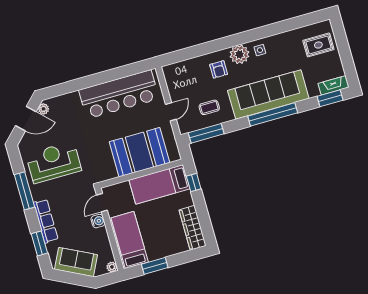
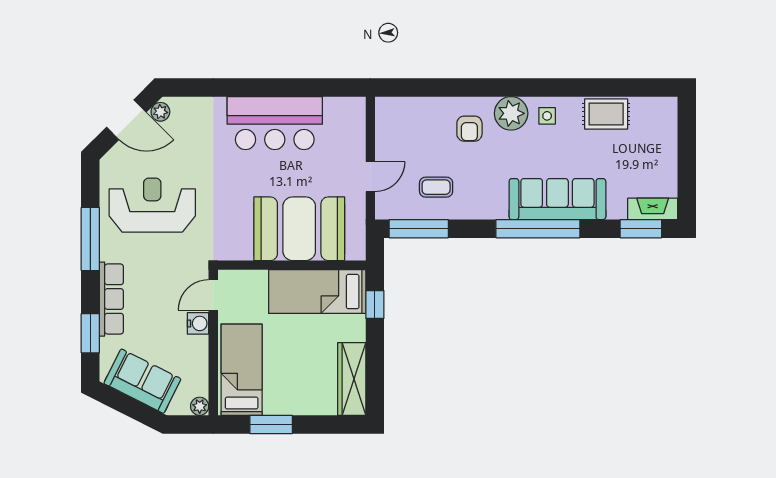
rug: (318, 45) -> (606, 114), moved
bar counter: (119, 94) -> (275, 123), width x0.73
sofa: (268, 94) -> (557, 199), width x0.74, depth x0.79

